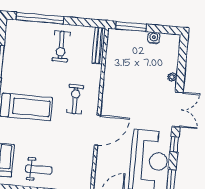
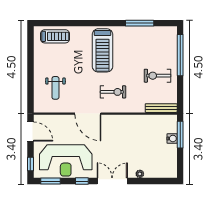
water cooler: (154, 38) -> (172, 138), moved
double door: (178, 109) -> (112, 181), swing flipped
weight bench: (39, 170) -> (55, 88), moved

